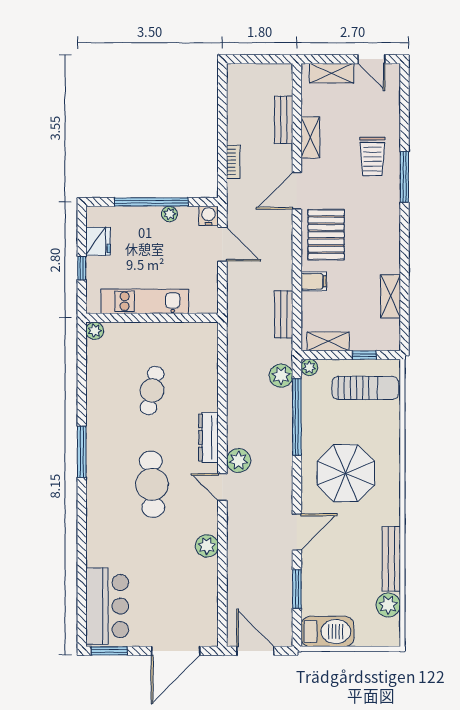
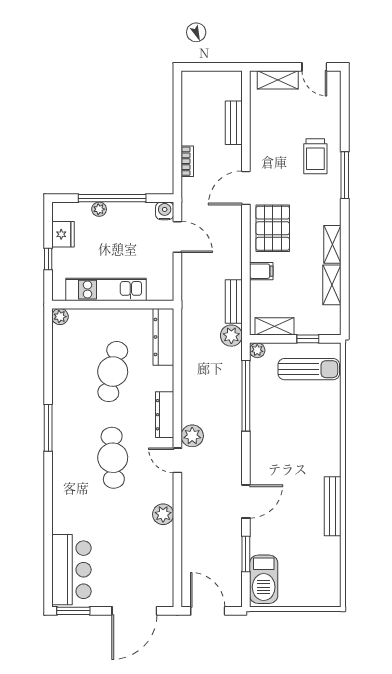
shelving: (310, 137) -> (332, 244), moved
plant: (170, 214) -> (99, 209), moved
dresser: (207, 353) -> (163, 337), added
plant: (281, 376) -> (231, 336), moved
cafe table: (152, 391) -> (113, 372), width x1.37, depth x1.35
parasol: (346, 473) -> (291, 448), removed
bench: (391, 559) -> (333, 506), moved
plant: (388, 605) -> (330, 569), removed
barbecue: (327, 631) -> (264, 579), moved, turned 90

